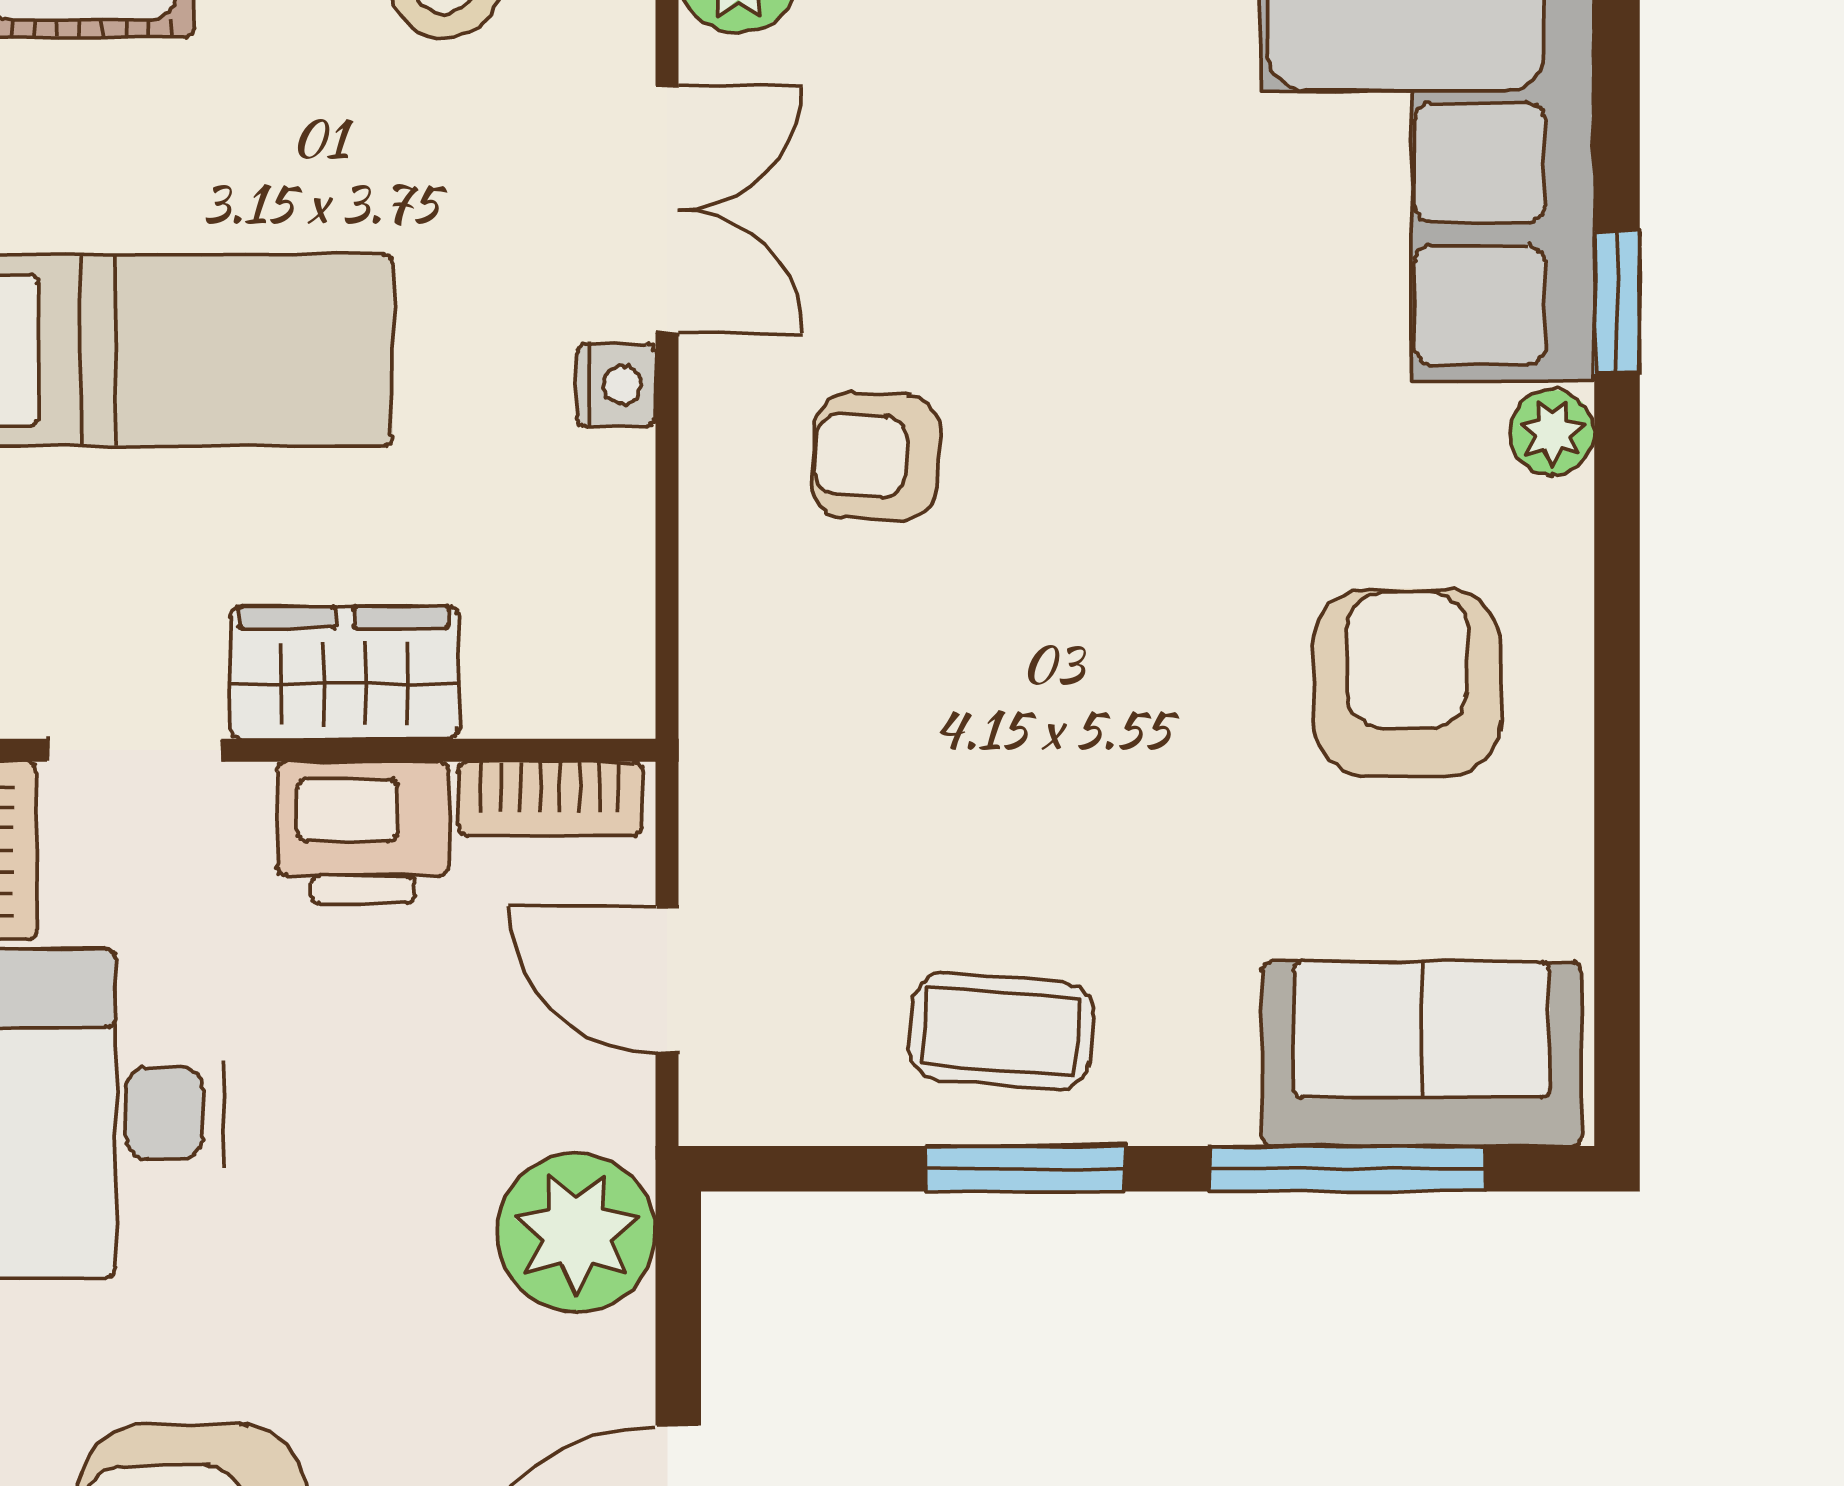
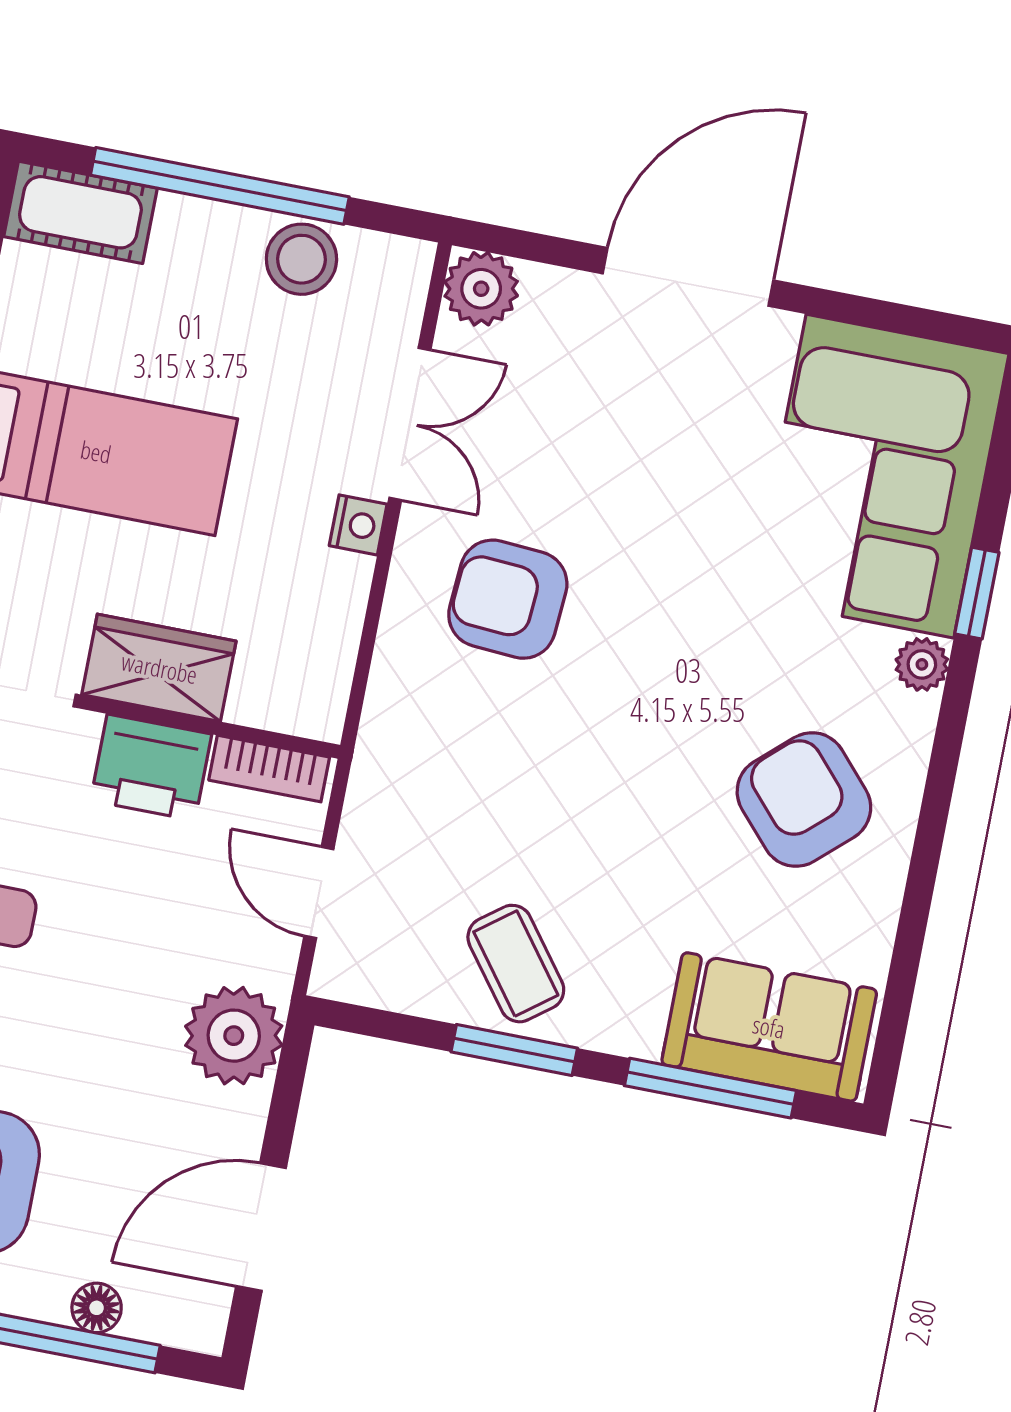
armchair: (876, 457) -> (508, 599), width x1.38, depth x1.38
armchair: (1407, 683) -> (804, 800), turned -42
coffee table: (1001, 1031) -> (516, 964), turned 48

